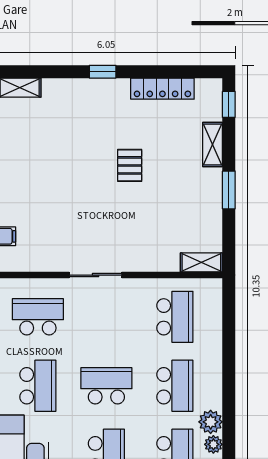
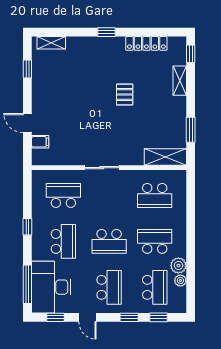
window: (229, 190) -> (191, 130), moved
shelving: (201, 262) -> (165, 157), width x1.50, depth x1.33
school desk: (175, 317) -> (155, 195), turned 90
school desk: (106, 386) -> (109, 241), turned 180
school desk: (175, 386) -> (155, 241), turned -90

